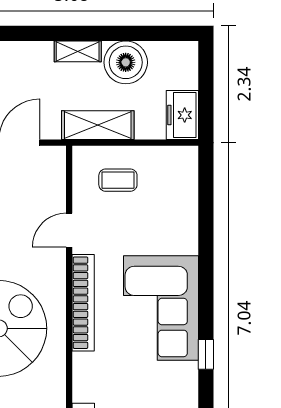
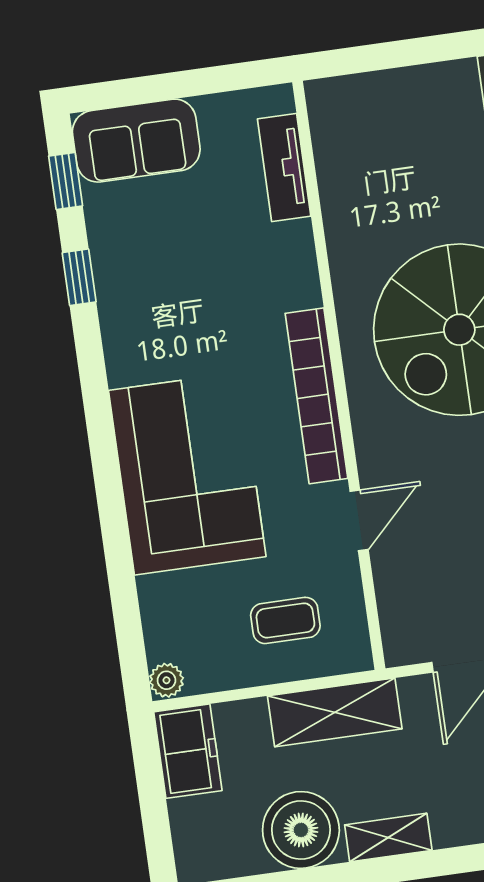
plant: (189, 156) -> (166, 680), added
corner sofa: (161, 308) -> (187, 474), moved
window: (206, 354) -> (79, 277), moved

